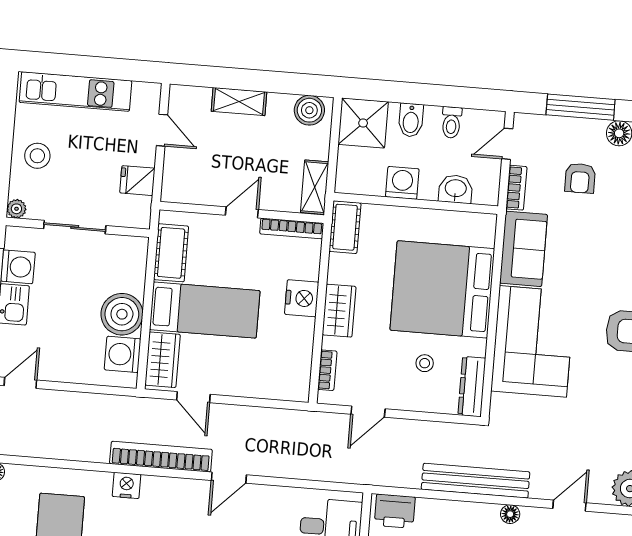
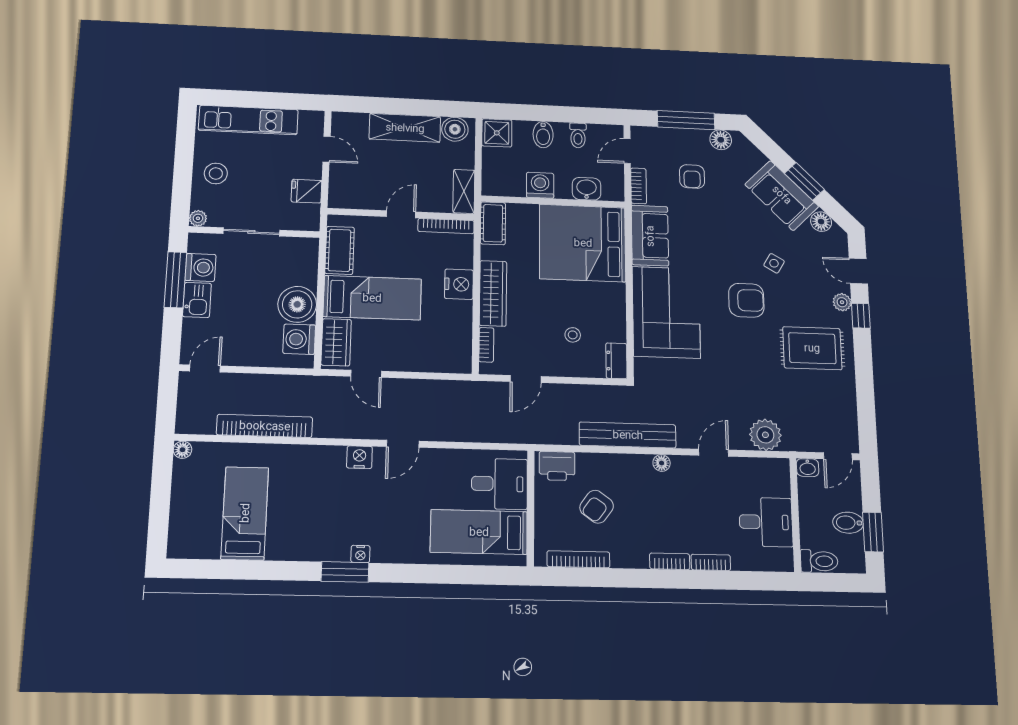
shelving: (239, 102) -> (405, 128), width x1.50, depth x1.33
shower: (363, 123) -> (497, 133), width x0.73, depth x0.73
bed: (442, 289) -> (583, 243), moved
wardrobe: (339, 311) -> (493, 293), width x1.50
dresser: (472, 386) -> (616, 361), width x0.70
bookcase: (161, 457) -> (265, 426), moved
nightstand: (126, 485) -> (359, 457), moved

